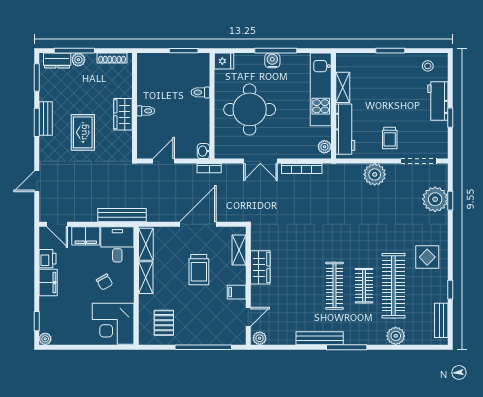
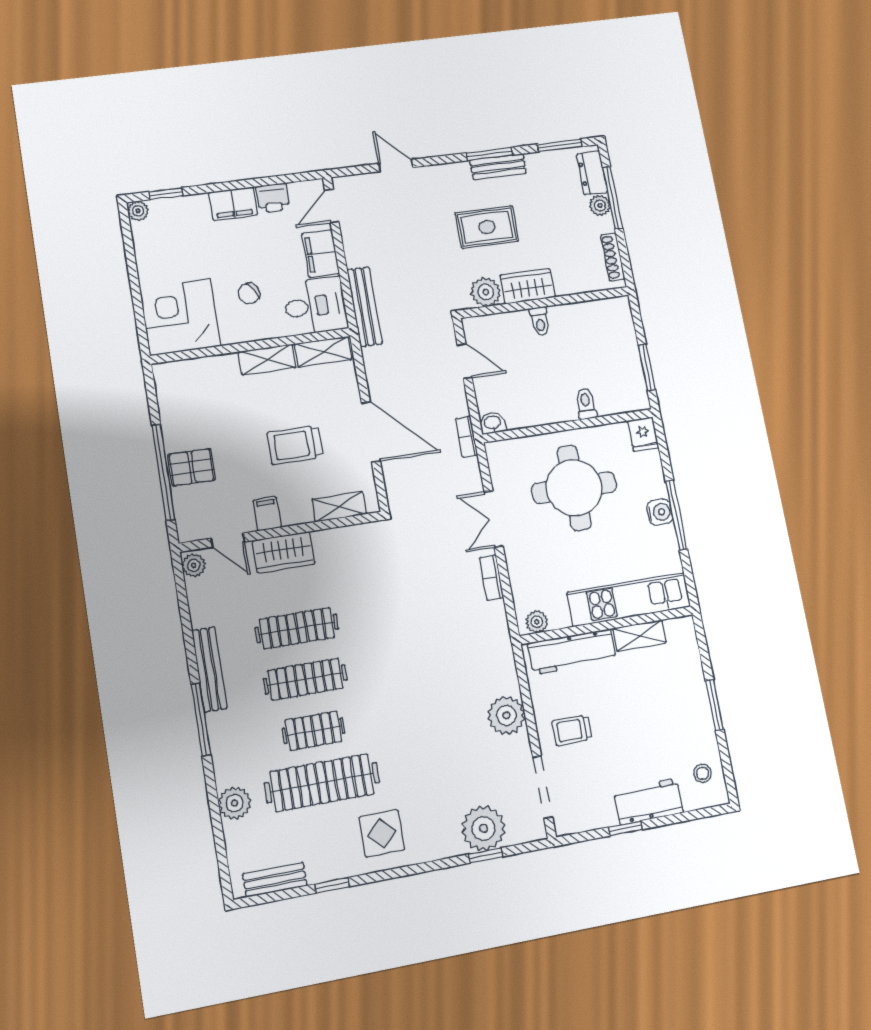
plant: (123, 141) -> (486, 292), added
bookcase: (302, 169) -> (491, 578), width x0.64
wardrobe: (260, 267) -> (284, 552), moved
clothes rail: (305, 286) -> (297, 628), added
pallet: (164, 323) -> (192, 467), moved

